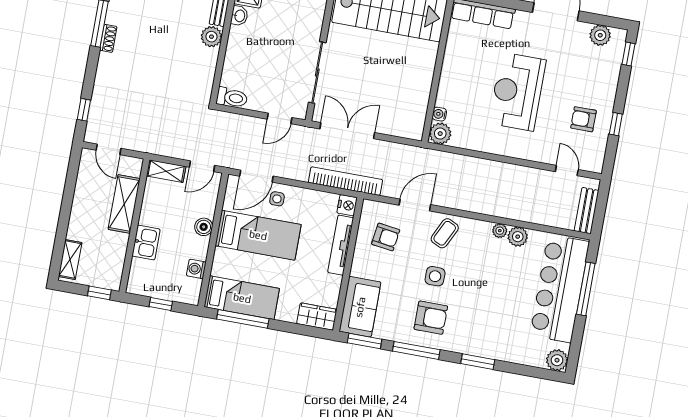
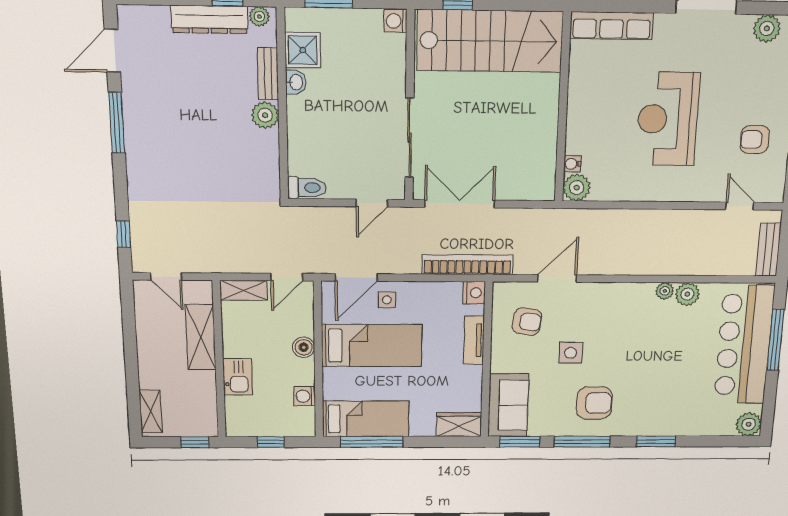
shoe rack: (108, 38) -> (133, 140), removed
coffee table: (445, 233) -> (598, 305), removed
tv unit: (341, 245) -> (474, 340), width x0.71
side table: (435, 276) -> (571, 353), moved

